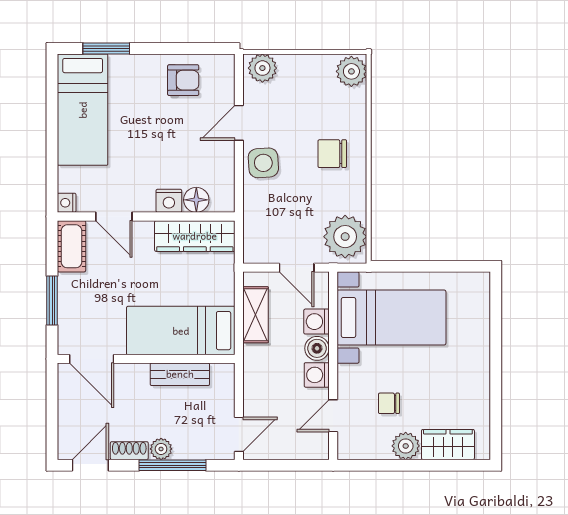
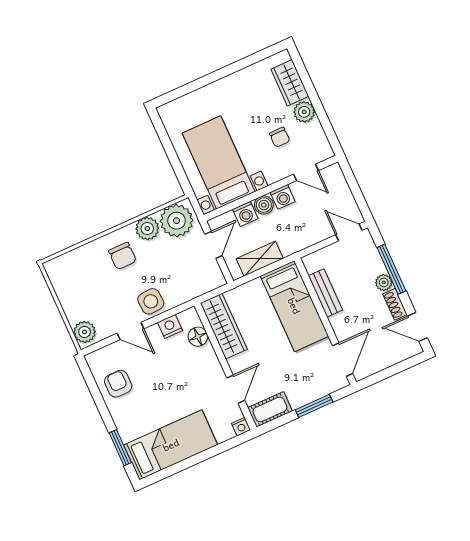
plant: (351, 71) -> (147, 229), moved
nightstand: (169, 201) -> (170, 326), moved, turned -90

